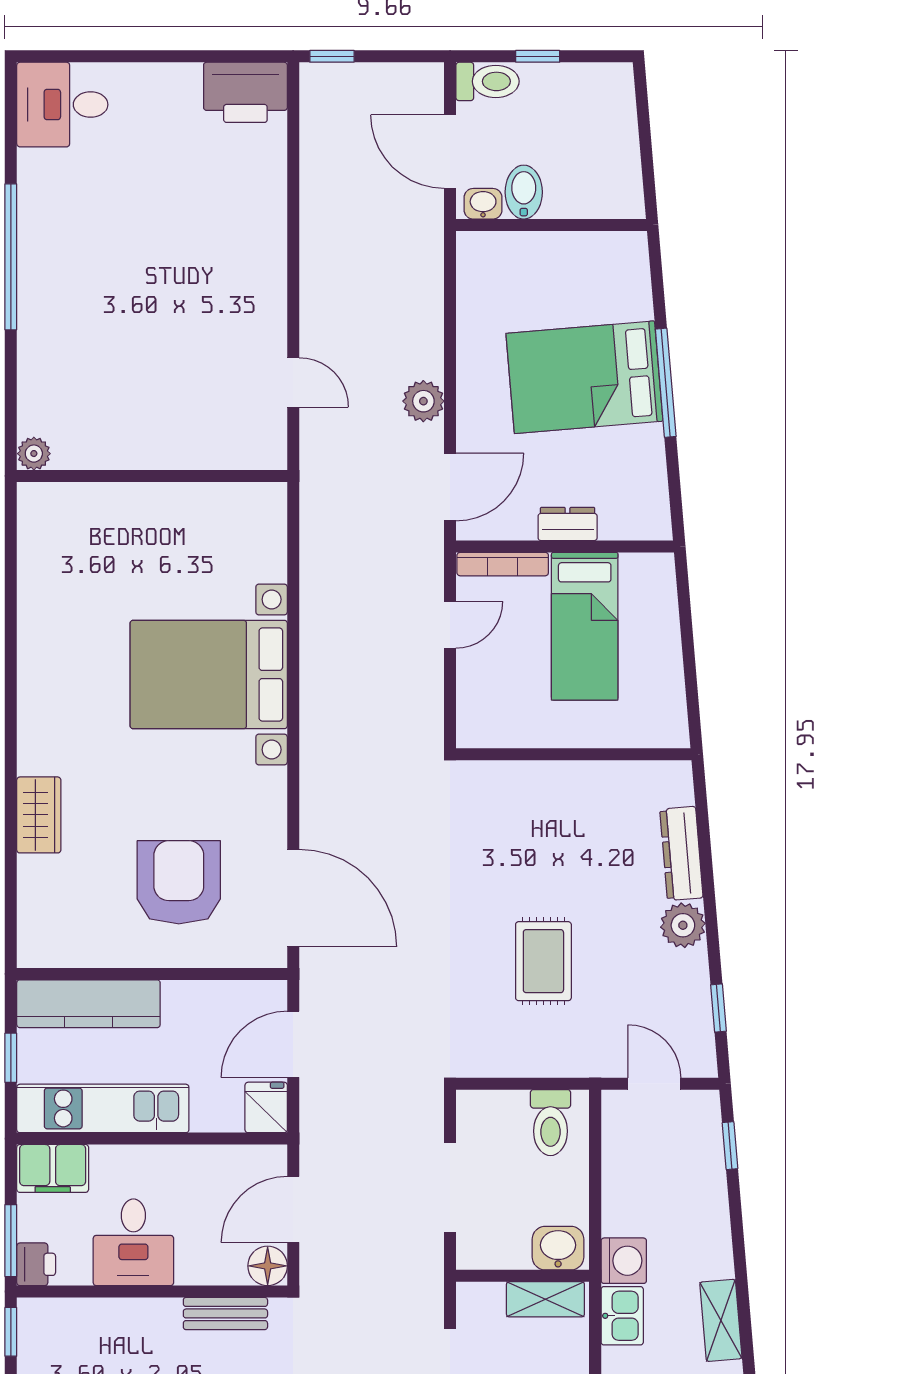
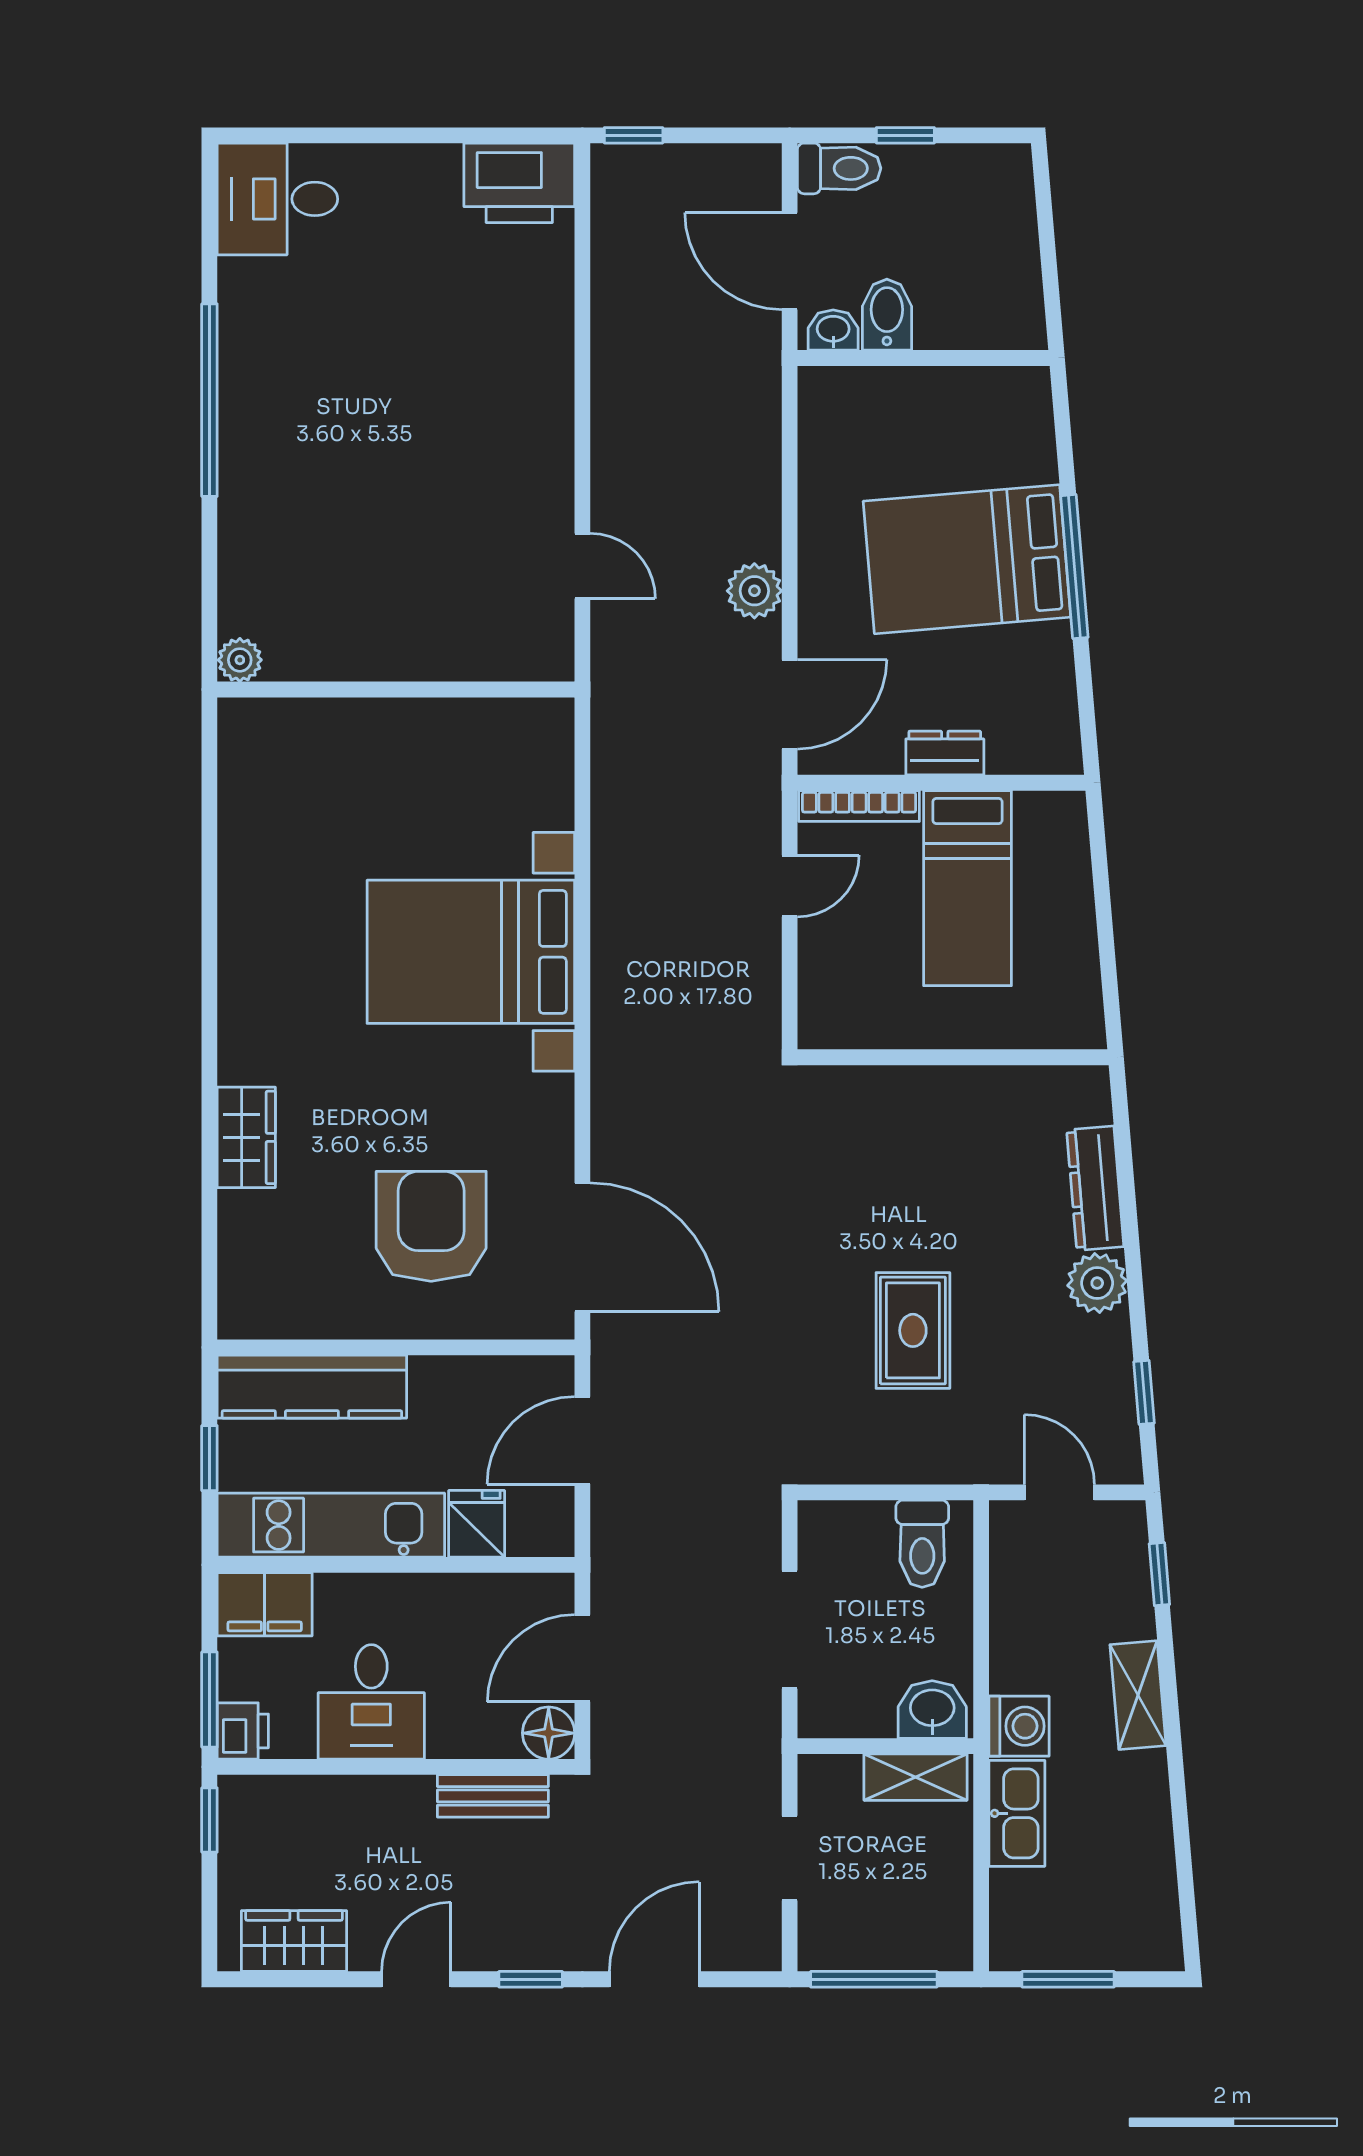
fridge: (266, 1107) -> (477, 1524), moved
kitchen sink: (622, 1316) -> (1017, 1813), width x1.38
shelving: (721, 1320) -> (1138, 1695), moved

